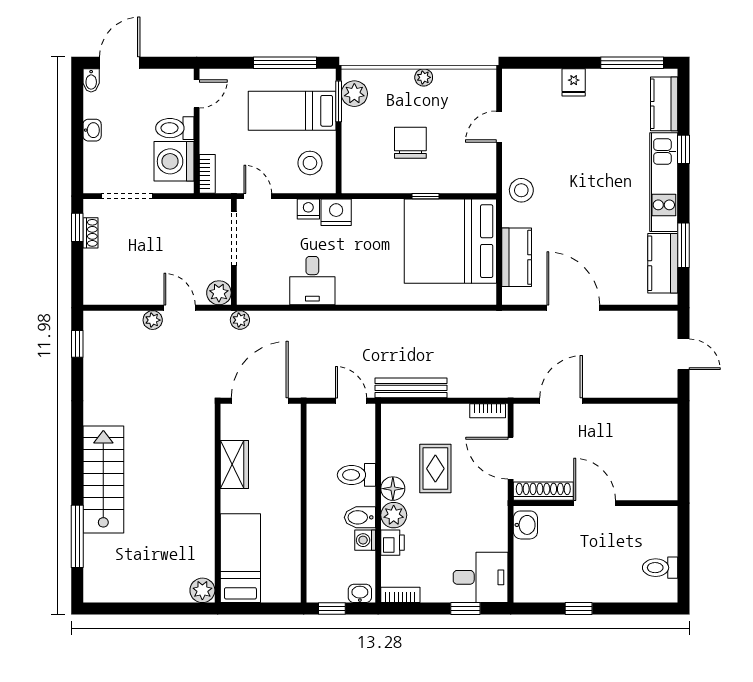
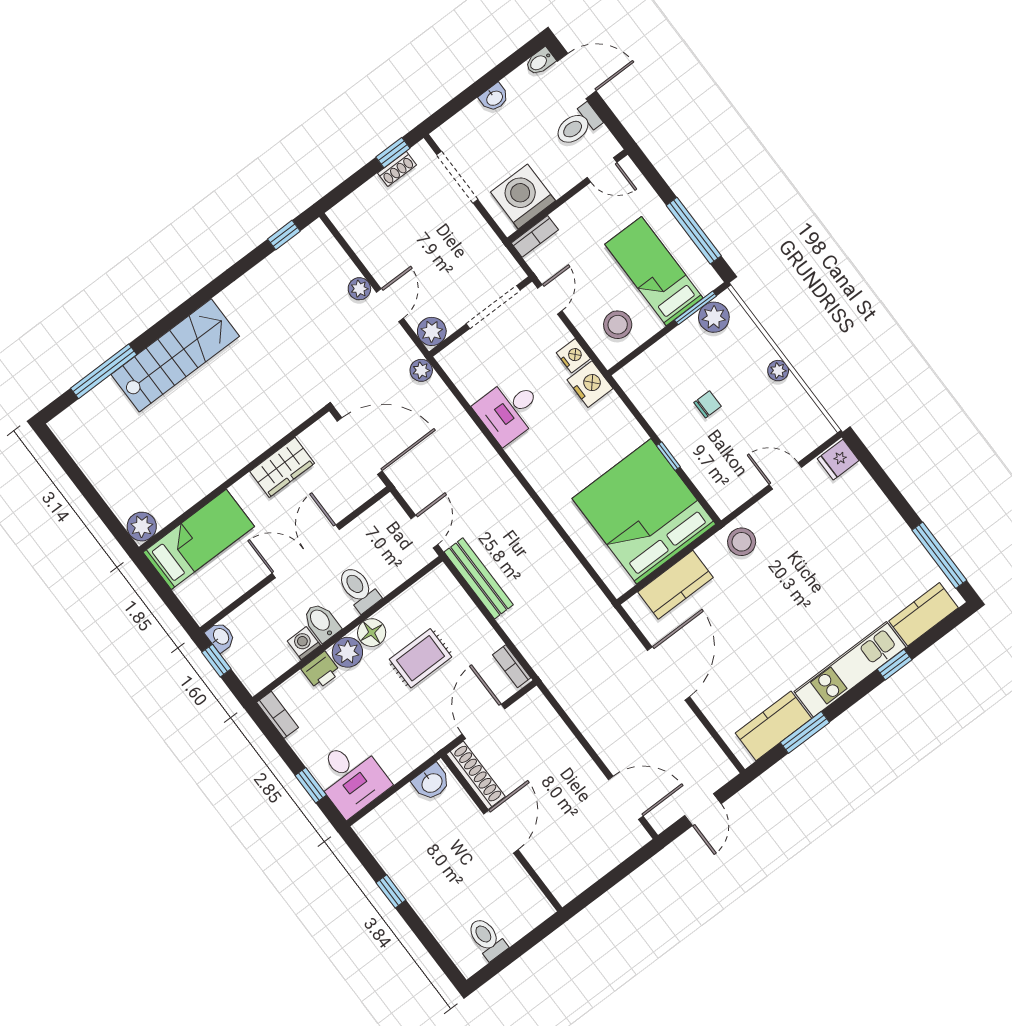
fridge: (574, 82) -> (838, 460), moved
toilet: (175, 128) -> (578, 125), moved, turned -90
chair: (410, 143) -> (708, 404), width x0.54, depth x0.54
door: (561, 401) -> (626, 798), moved
double door: (304, 492) -> (306, 551), added
washbasin: (360, 593) -> (221, 637), moved

